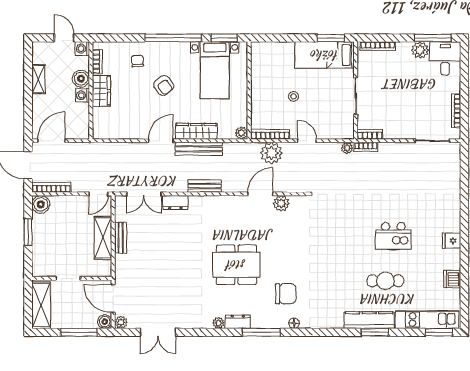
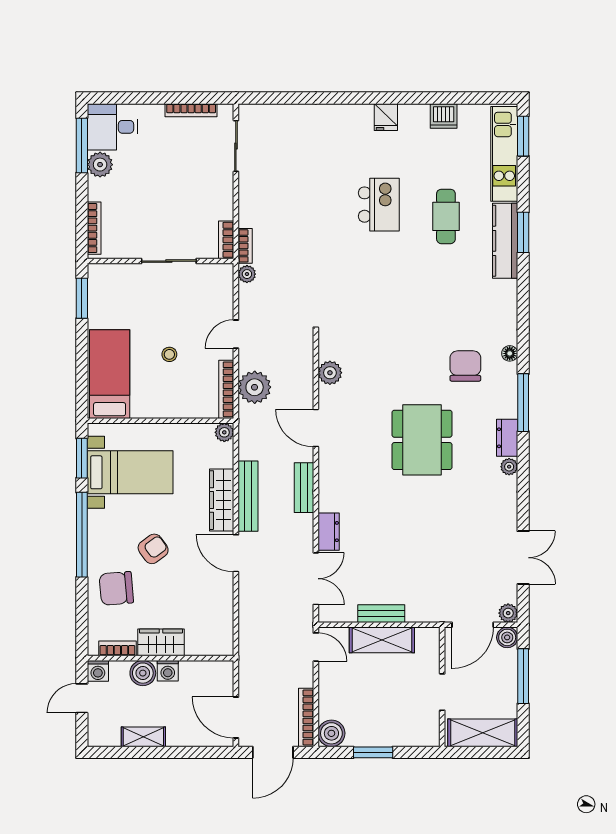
bed: (325, 55) -> (110, 374), moved, turned 180
chair: (137, 61) -> (116, 588), width x1.87, depth x1.87
door: (260, 194) -> (316, 428), moved

